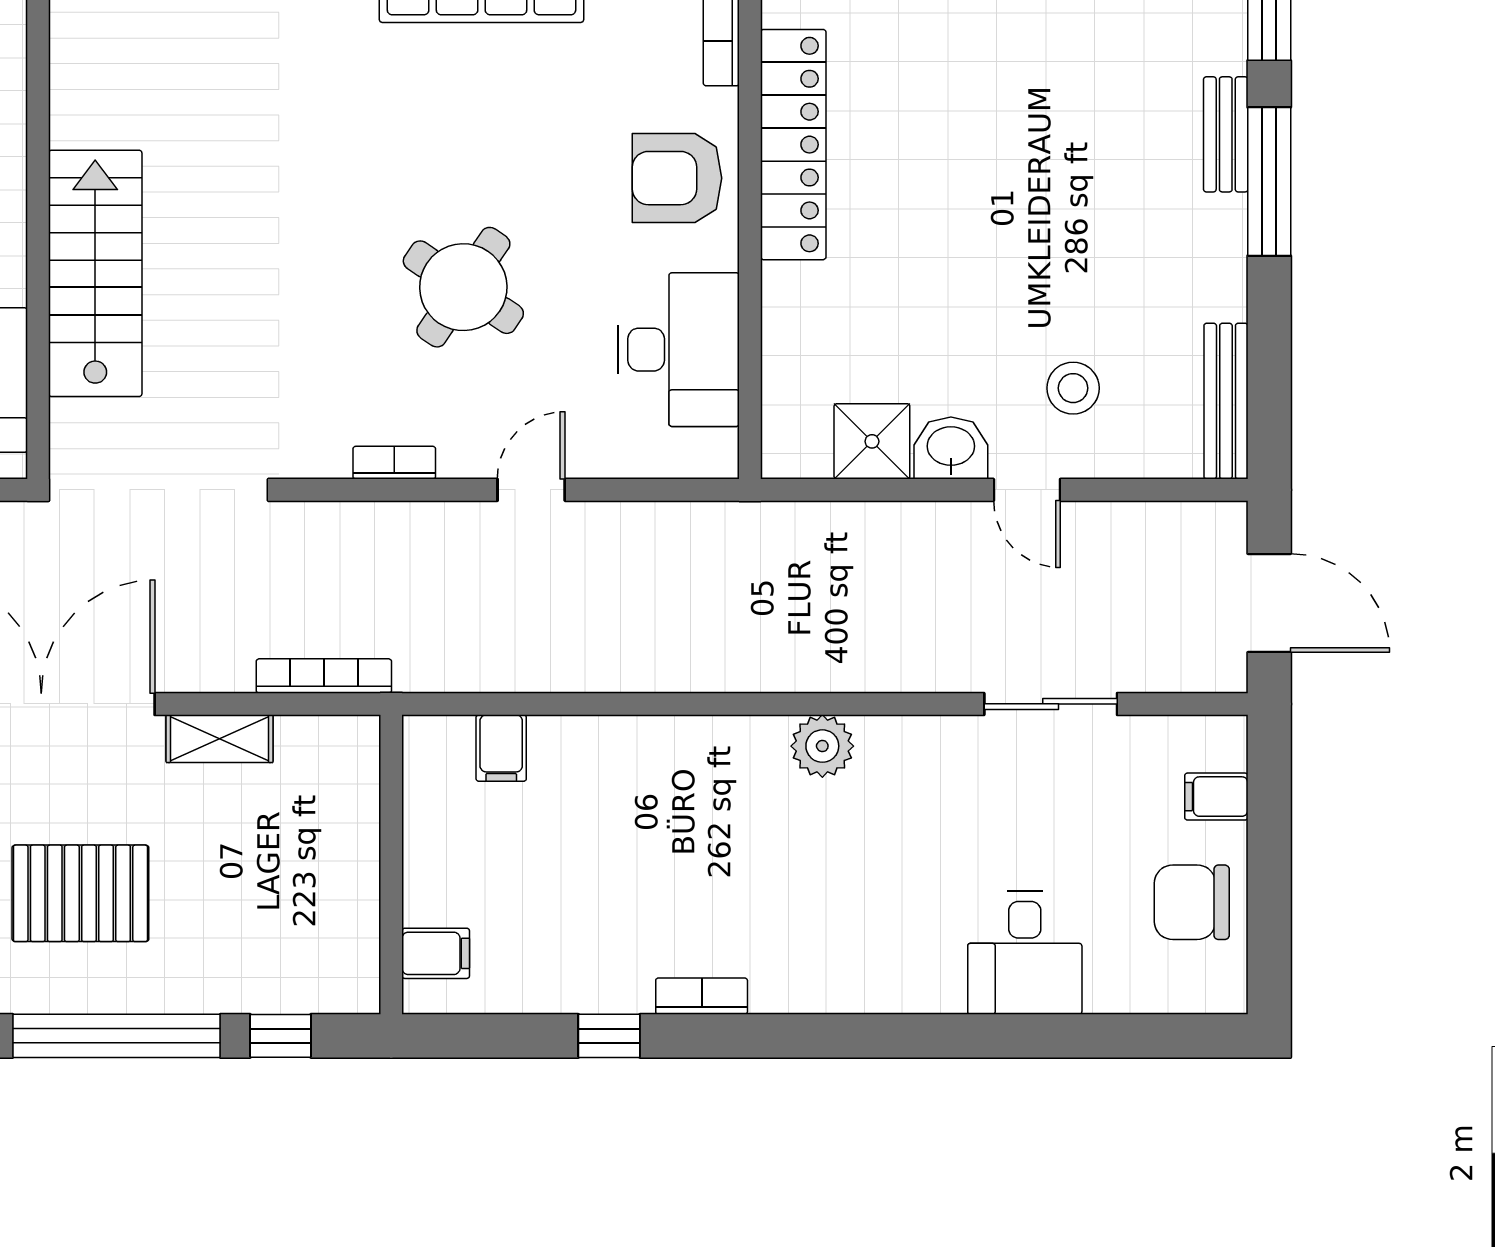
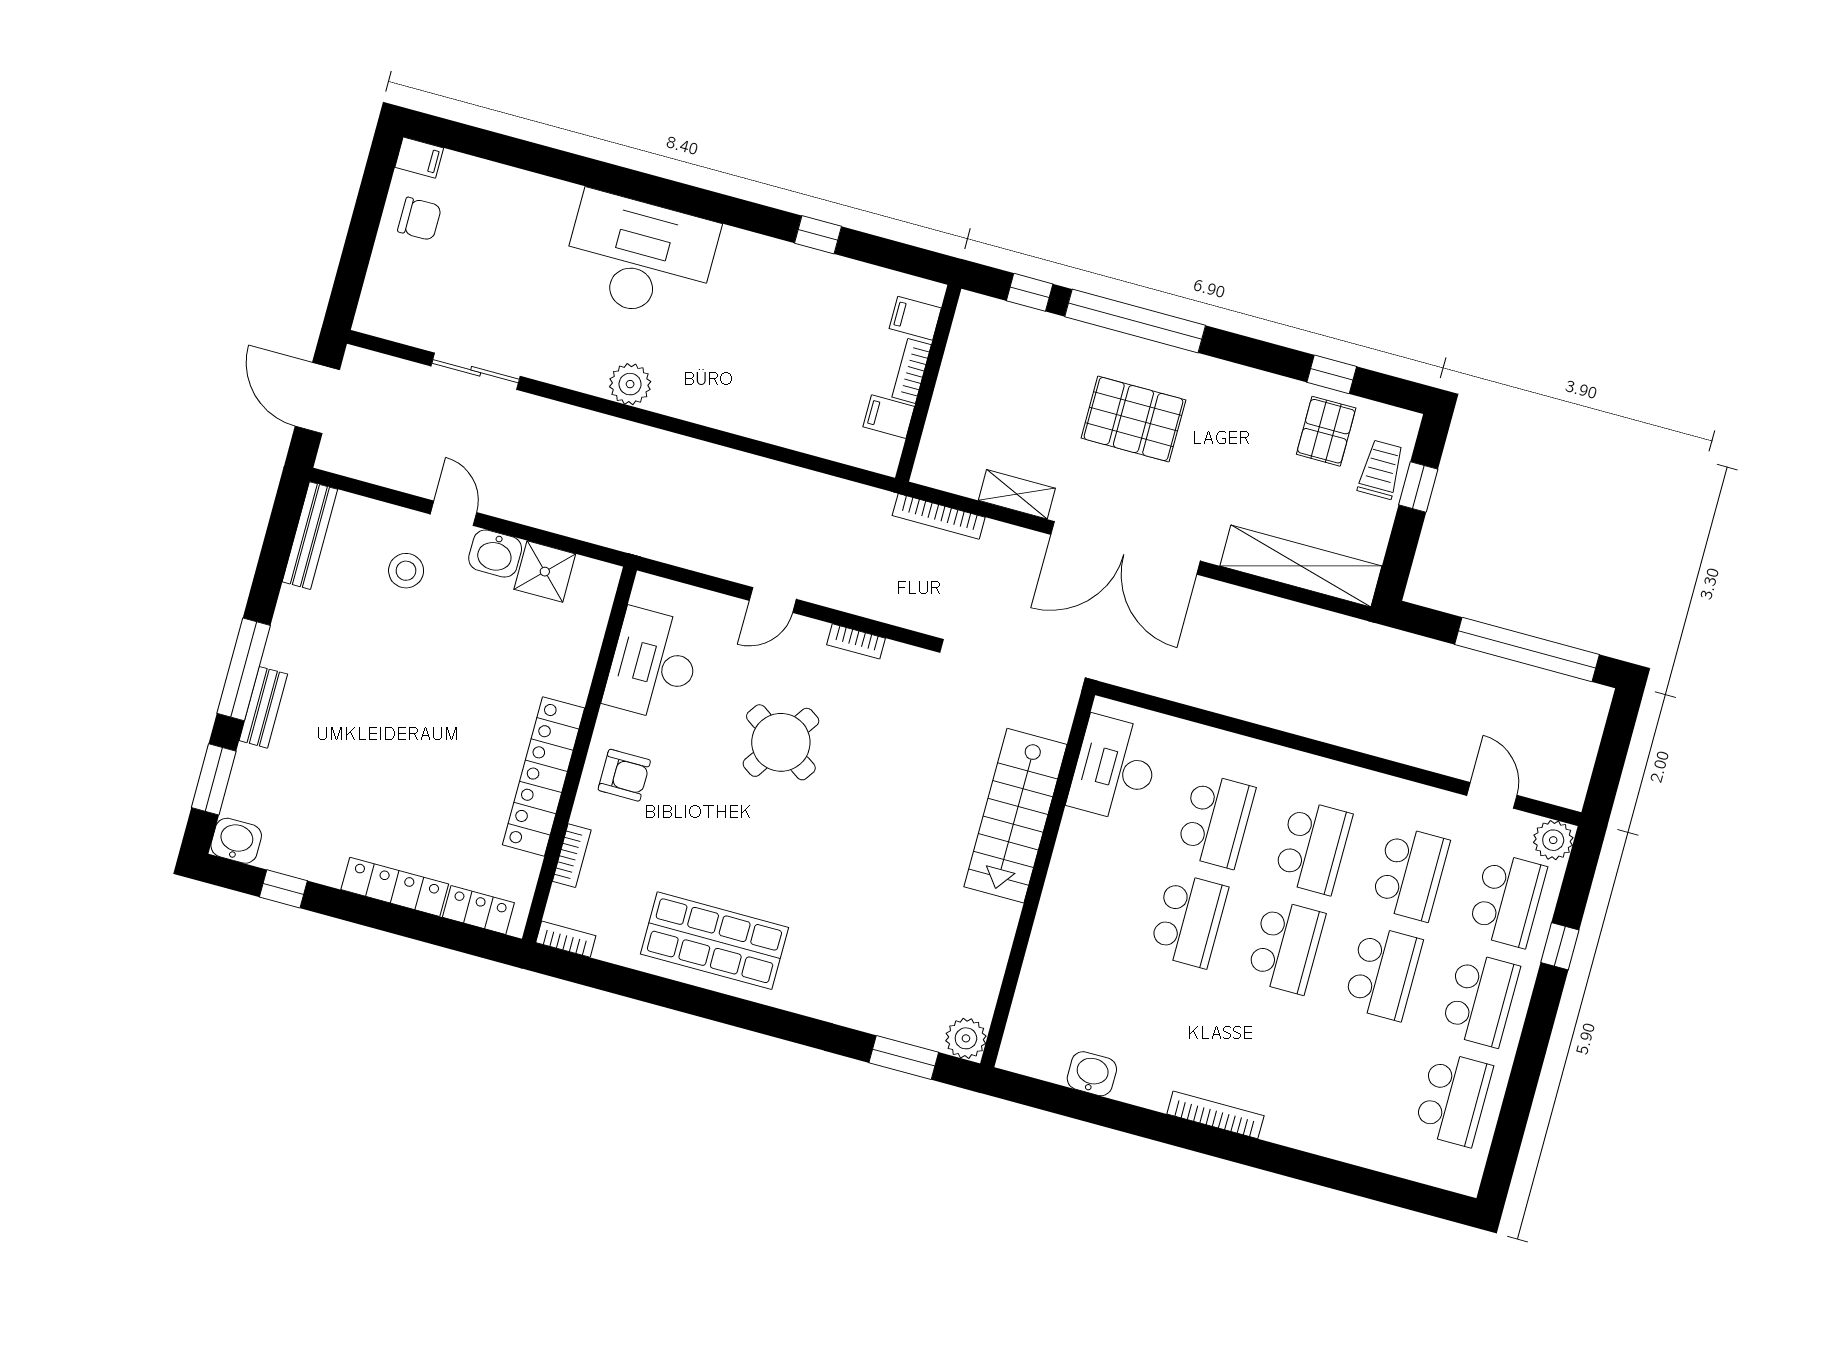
armchair: (677, 178) -> (624, 775), width x0.72, depth x0.72
filing cabinet: (501, 748) -> (889, 417), moved, turned -90
filing cabinet: (1216, 797) -> (419, 158), moved
chair: (1192, 902) -> (420, 219), width x0.73, depth x0.73
desk: (1025, 953) -> (640, 256), moved, width x1.87, depth x1.30
bookcase: (702, 996) -> (912, 371), moved, turned 90

